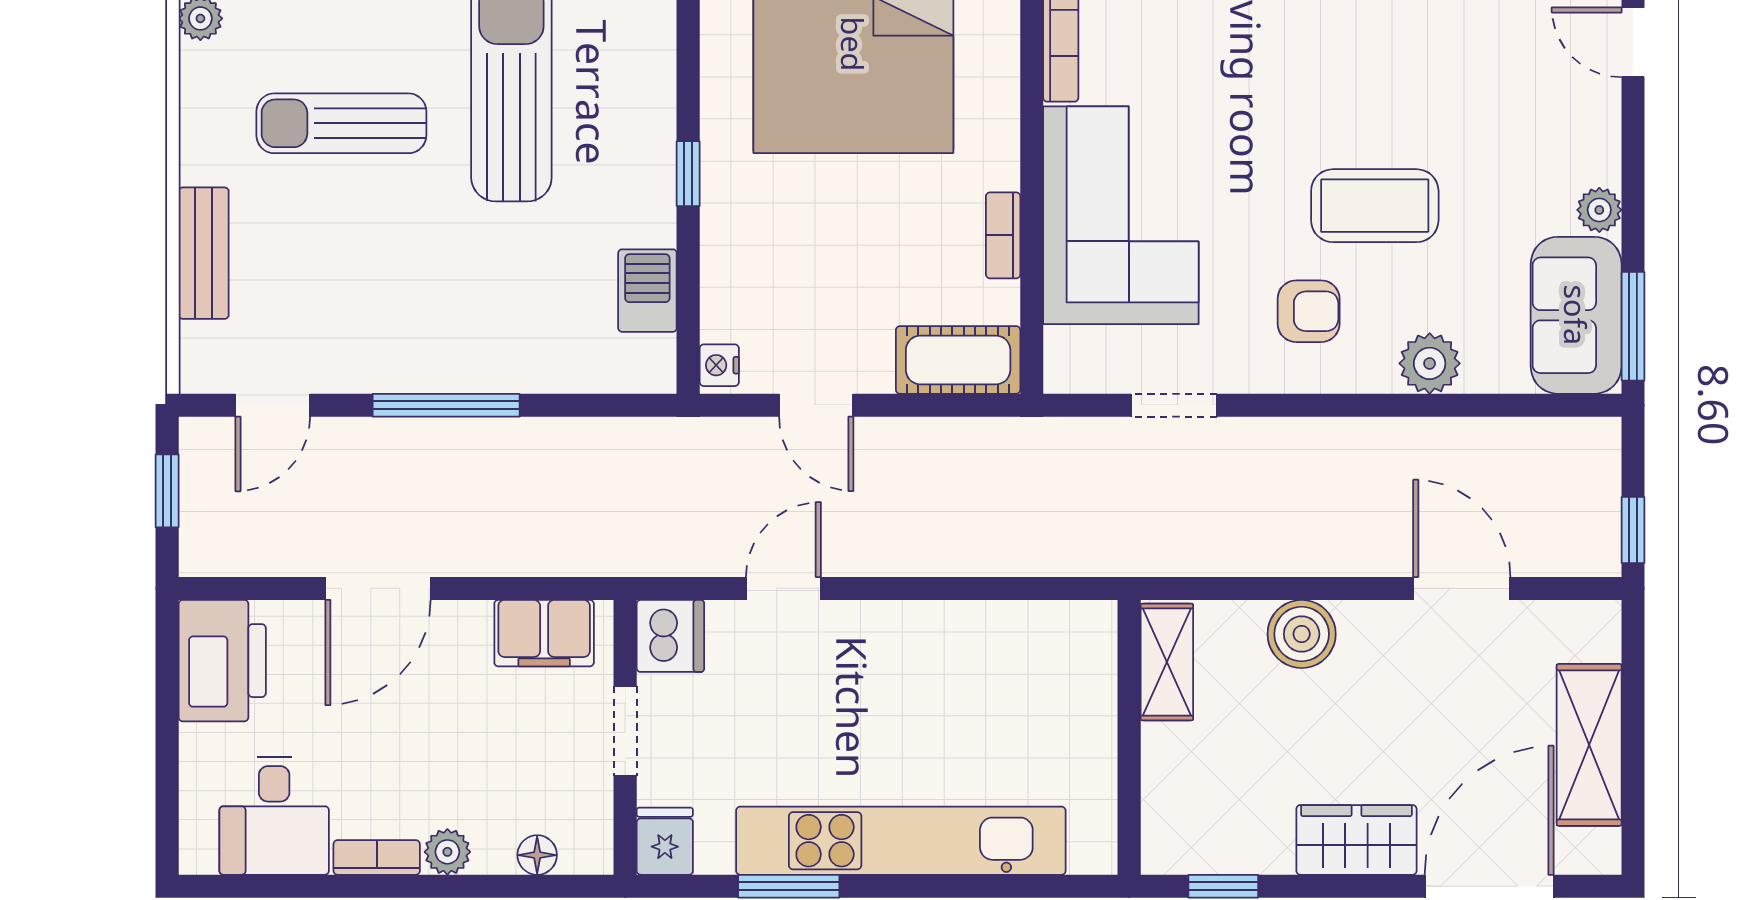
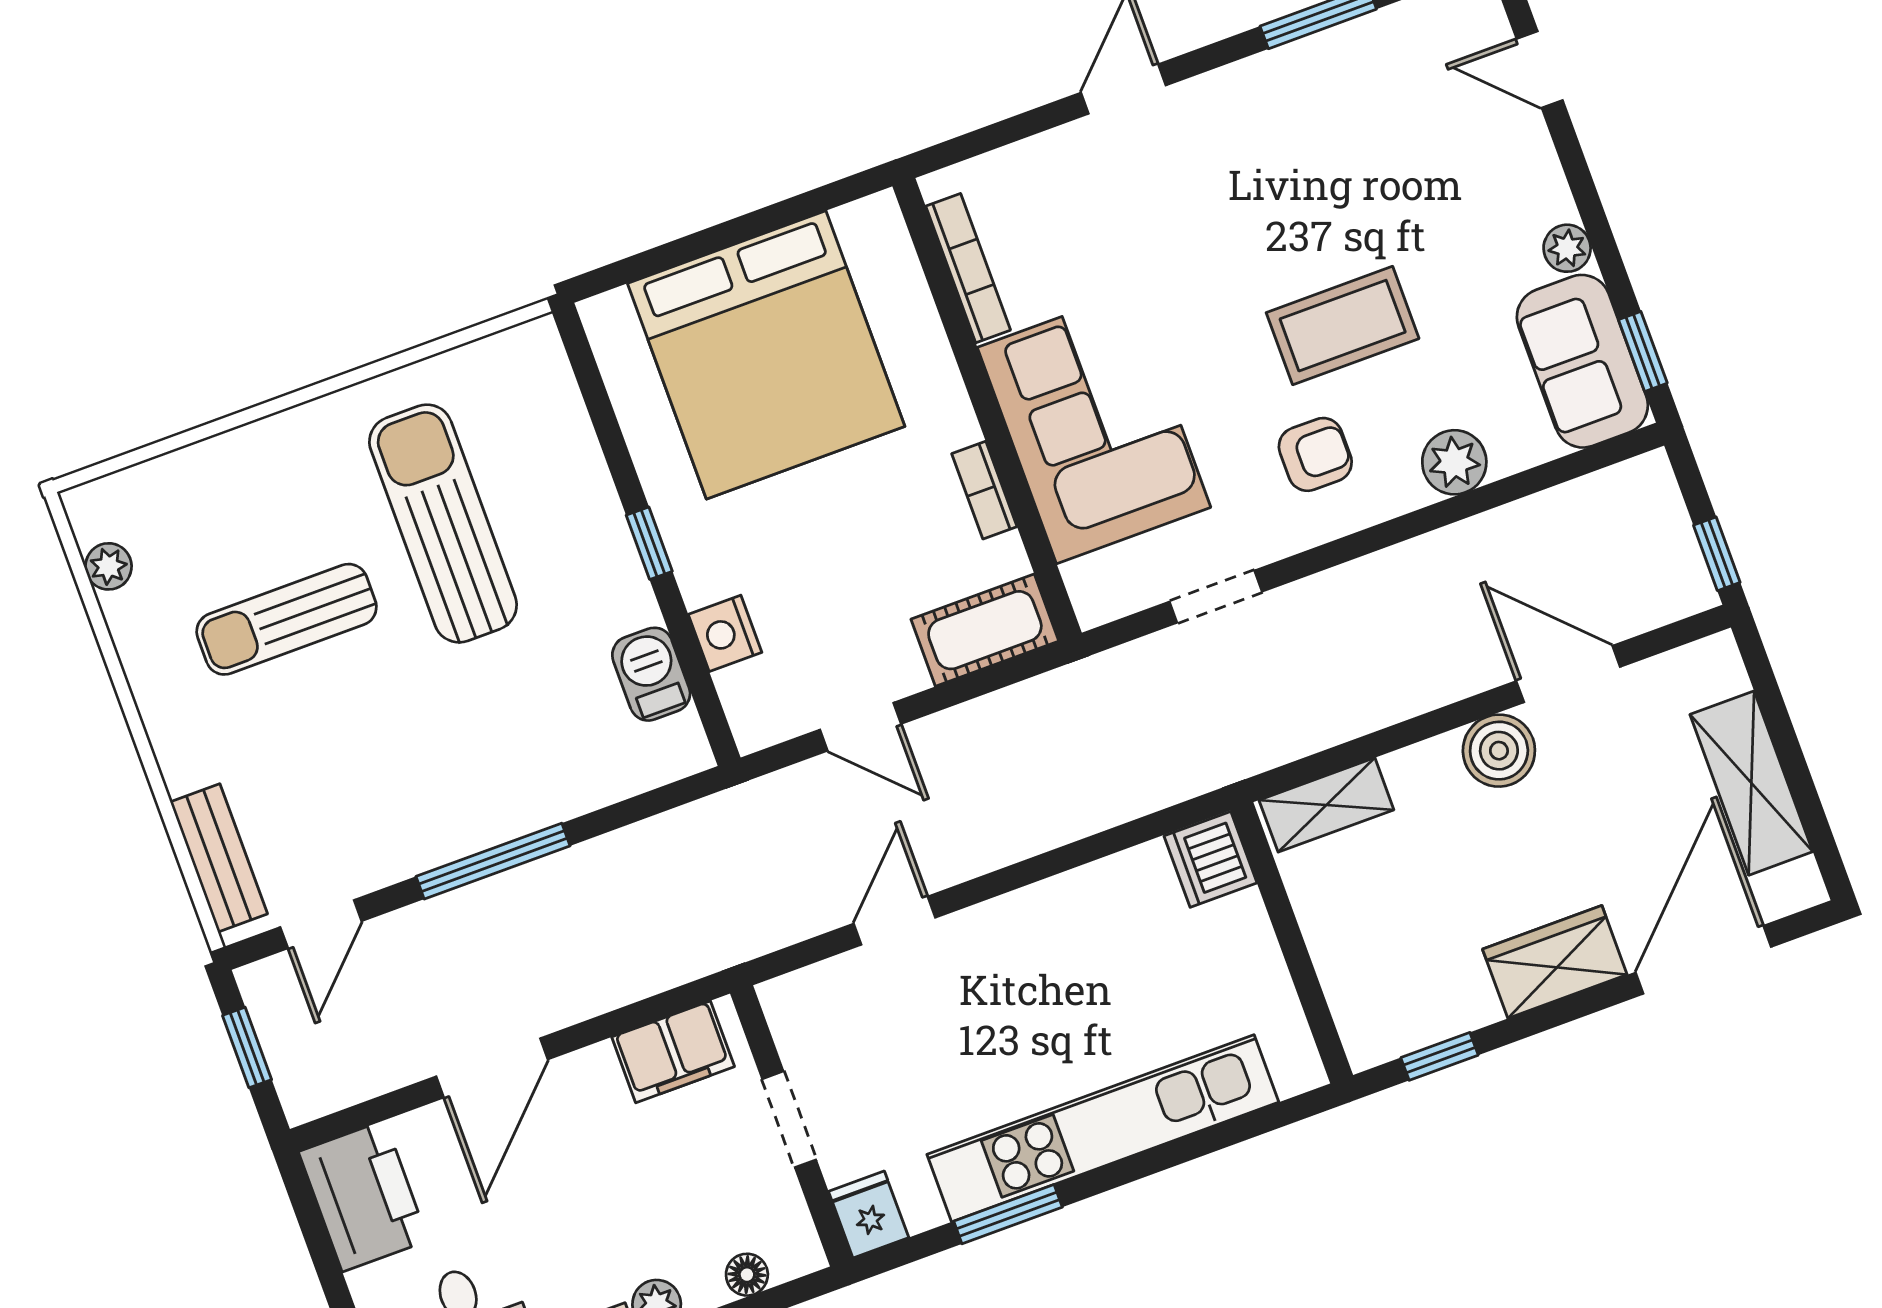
bench: (204, 253) -> (219, 858), moved
window: (1633, 326) -> (1643, 351), width x0.67
nightstand: (719, 365) -> (725, 633), moved, width x1.39, depth x1.35
boiler: (1302, 634) -> (1499, 751), moved
dishwasher: (670, 636) -> (1210, 859), moved, turned 180
shelving: (1167, 662) -> (1326, 805), moved, turned 90

